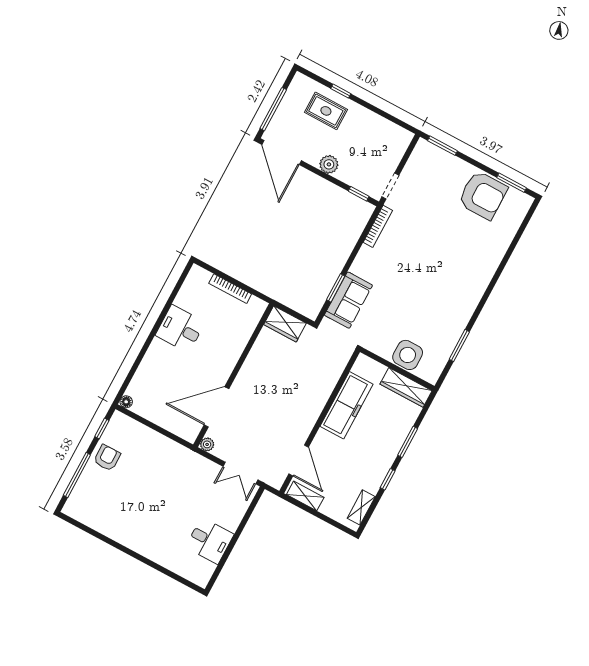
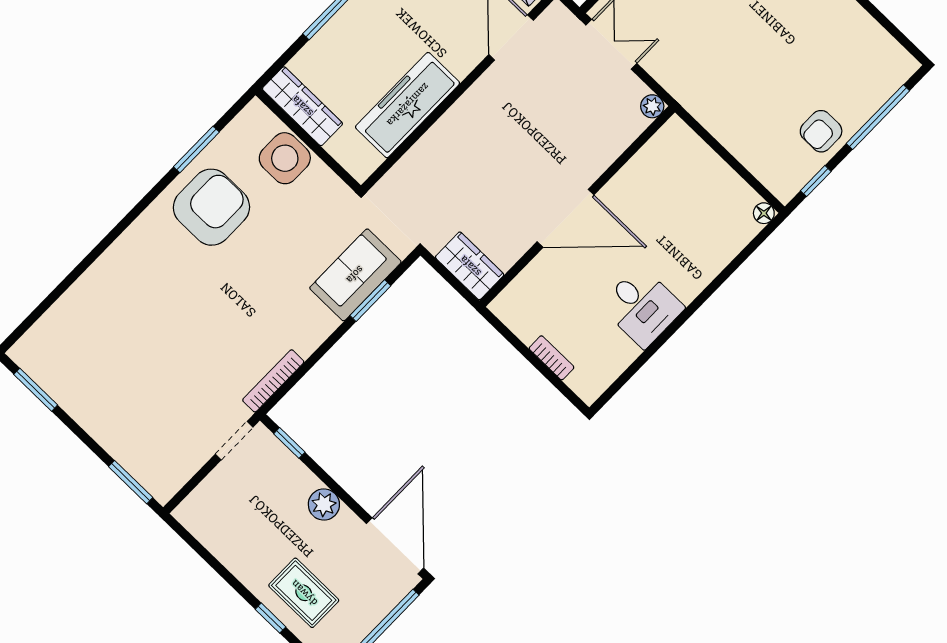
armchair: (483, 195) -> (211, 207), moved, turned 90
bookcase: (230, 289) -> (552, 358), width x0.64
door: (217, 407) -> (566, 218), moved

